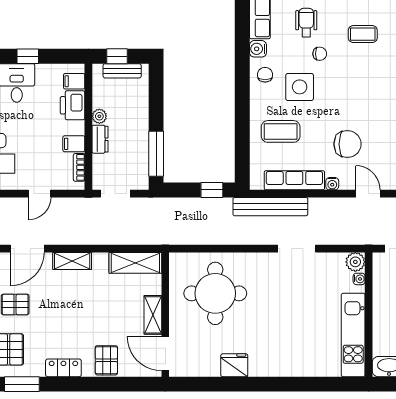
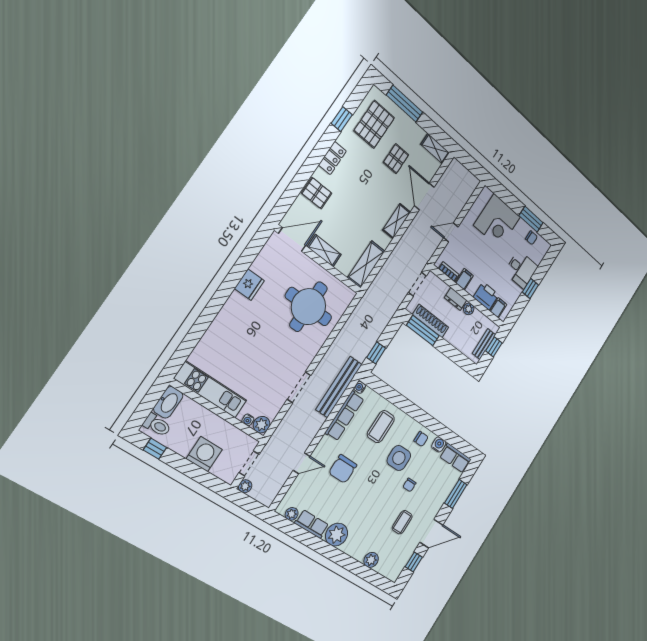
wheelchair: (306, 22) -> (433, 488), removed
shoe rack: (141, 152) -> (431, 321), added
water cooler: (332, 184) -> (360, 387), moved
door: (40, 194) -> (451, 232), hinge flipped
window: (22, 384) -> (342, 119), width x0.67

